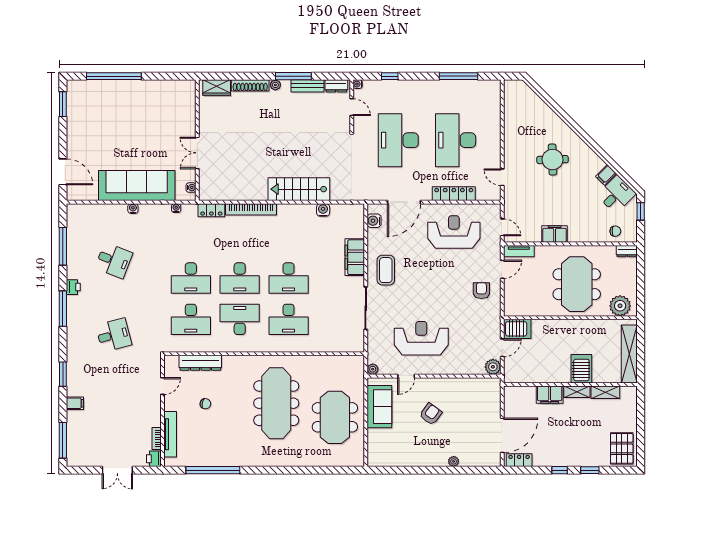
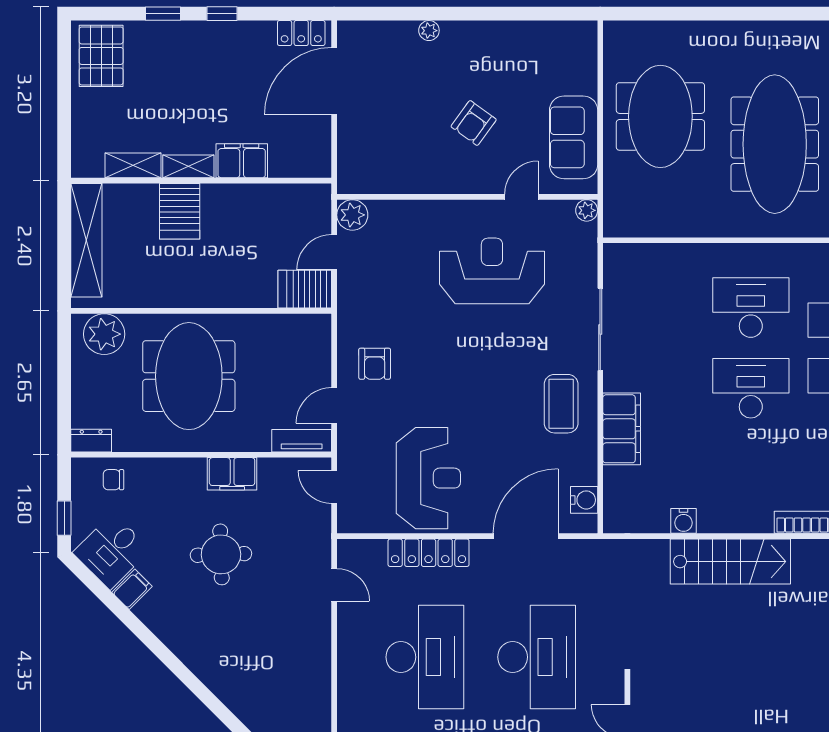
round table: (553, 160) -> (221, 554), moved
reception desk: (454, 232) -> (428, 478), turned -90
reception desk: (421, 338) -> (492, 271), turned 180

